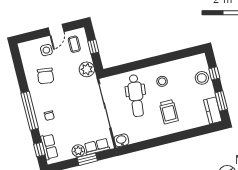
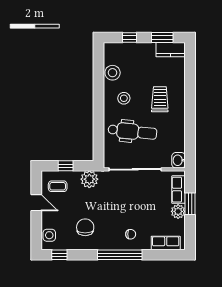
side table: (46, 50) -> (49, 235), moved
chair: (46, 76) -> (85, 227), turned -97
stool: (202, 78) -> (113, 73), moved
trolley: (169, 112) -> (160, 99), turned -90
window: (39, 150) -> (59, 255), moved

